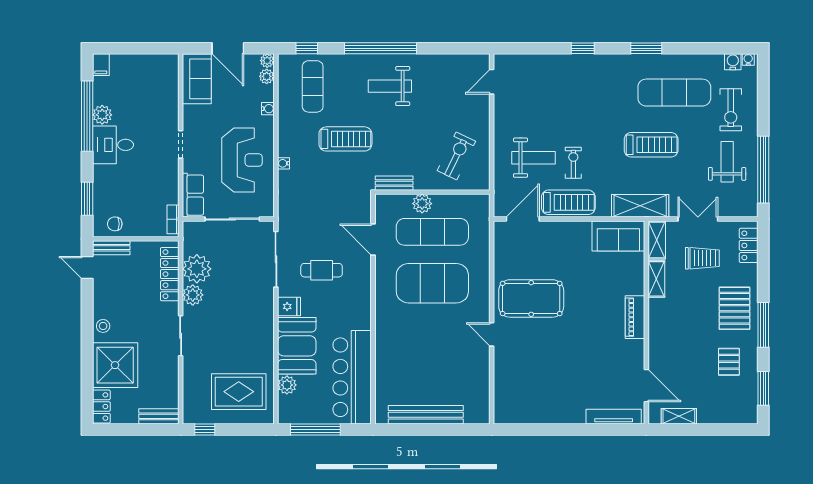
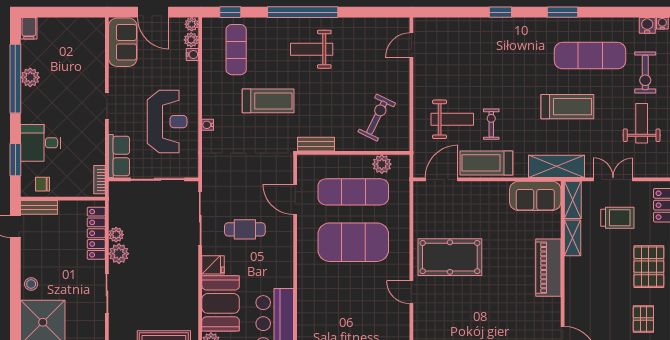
water cooler: (268, 109) -> (192, 55), moved
desk: (113, 145) -> (41, 143), moved
treadmill: (568, 202) -> (486, 163), turned 180
plant: (422, 204) -> (382, 164), moved
plant: (197, 269) -> (116, 235), width x0.53, depth x0.53
piano: (635, 317) -> (548, 268), width x1.37, depth x1.33

